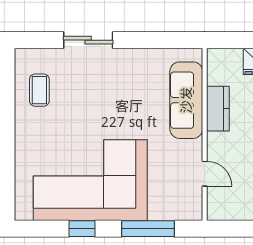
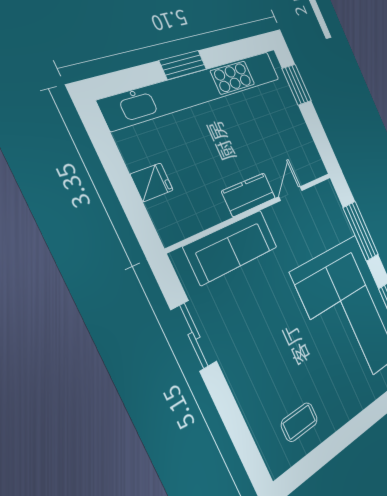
sliding door: (88, 40) -> (194, 336), moved
kitchen counter: (218, 109) -> (249, 195), moved

